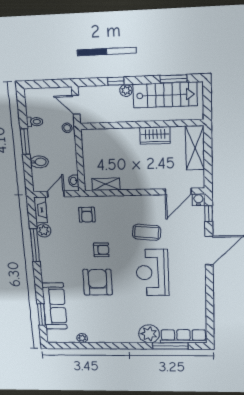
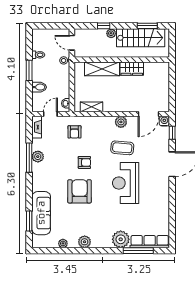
shelving: (195, 148) -> (102, 69), moved, turned 90
plant: (144, 202) -> (121, 122), added
plant: (44, 230) -> (38, 157), moved
plant: (107, 336) -> (85, 242), added

